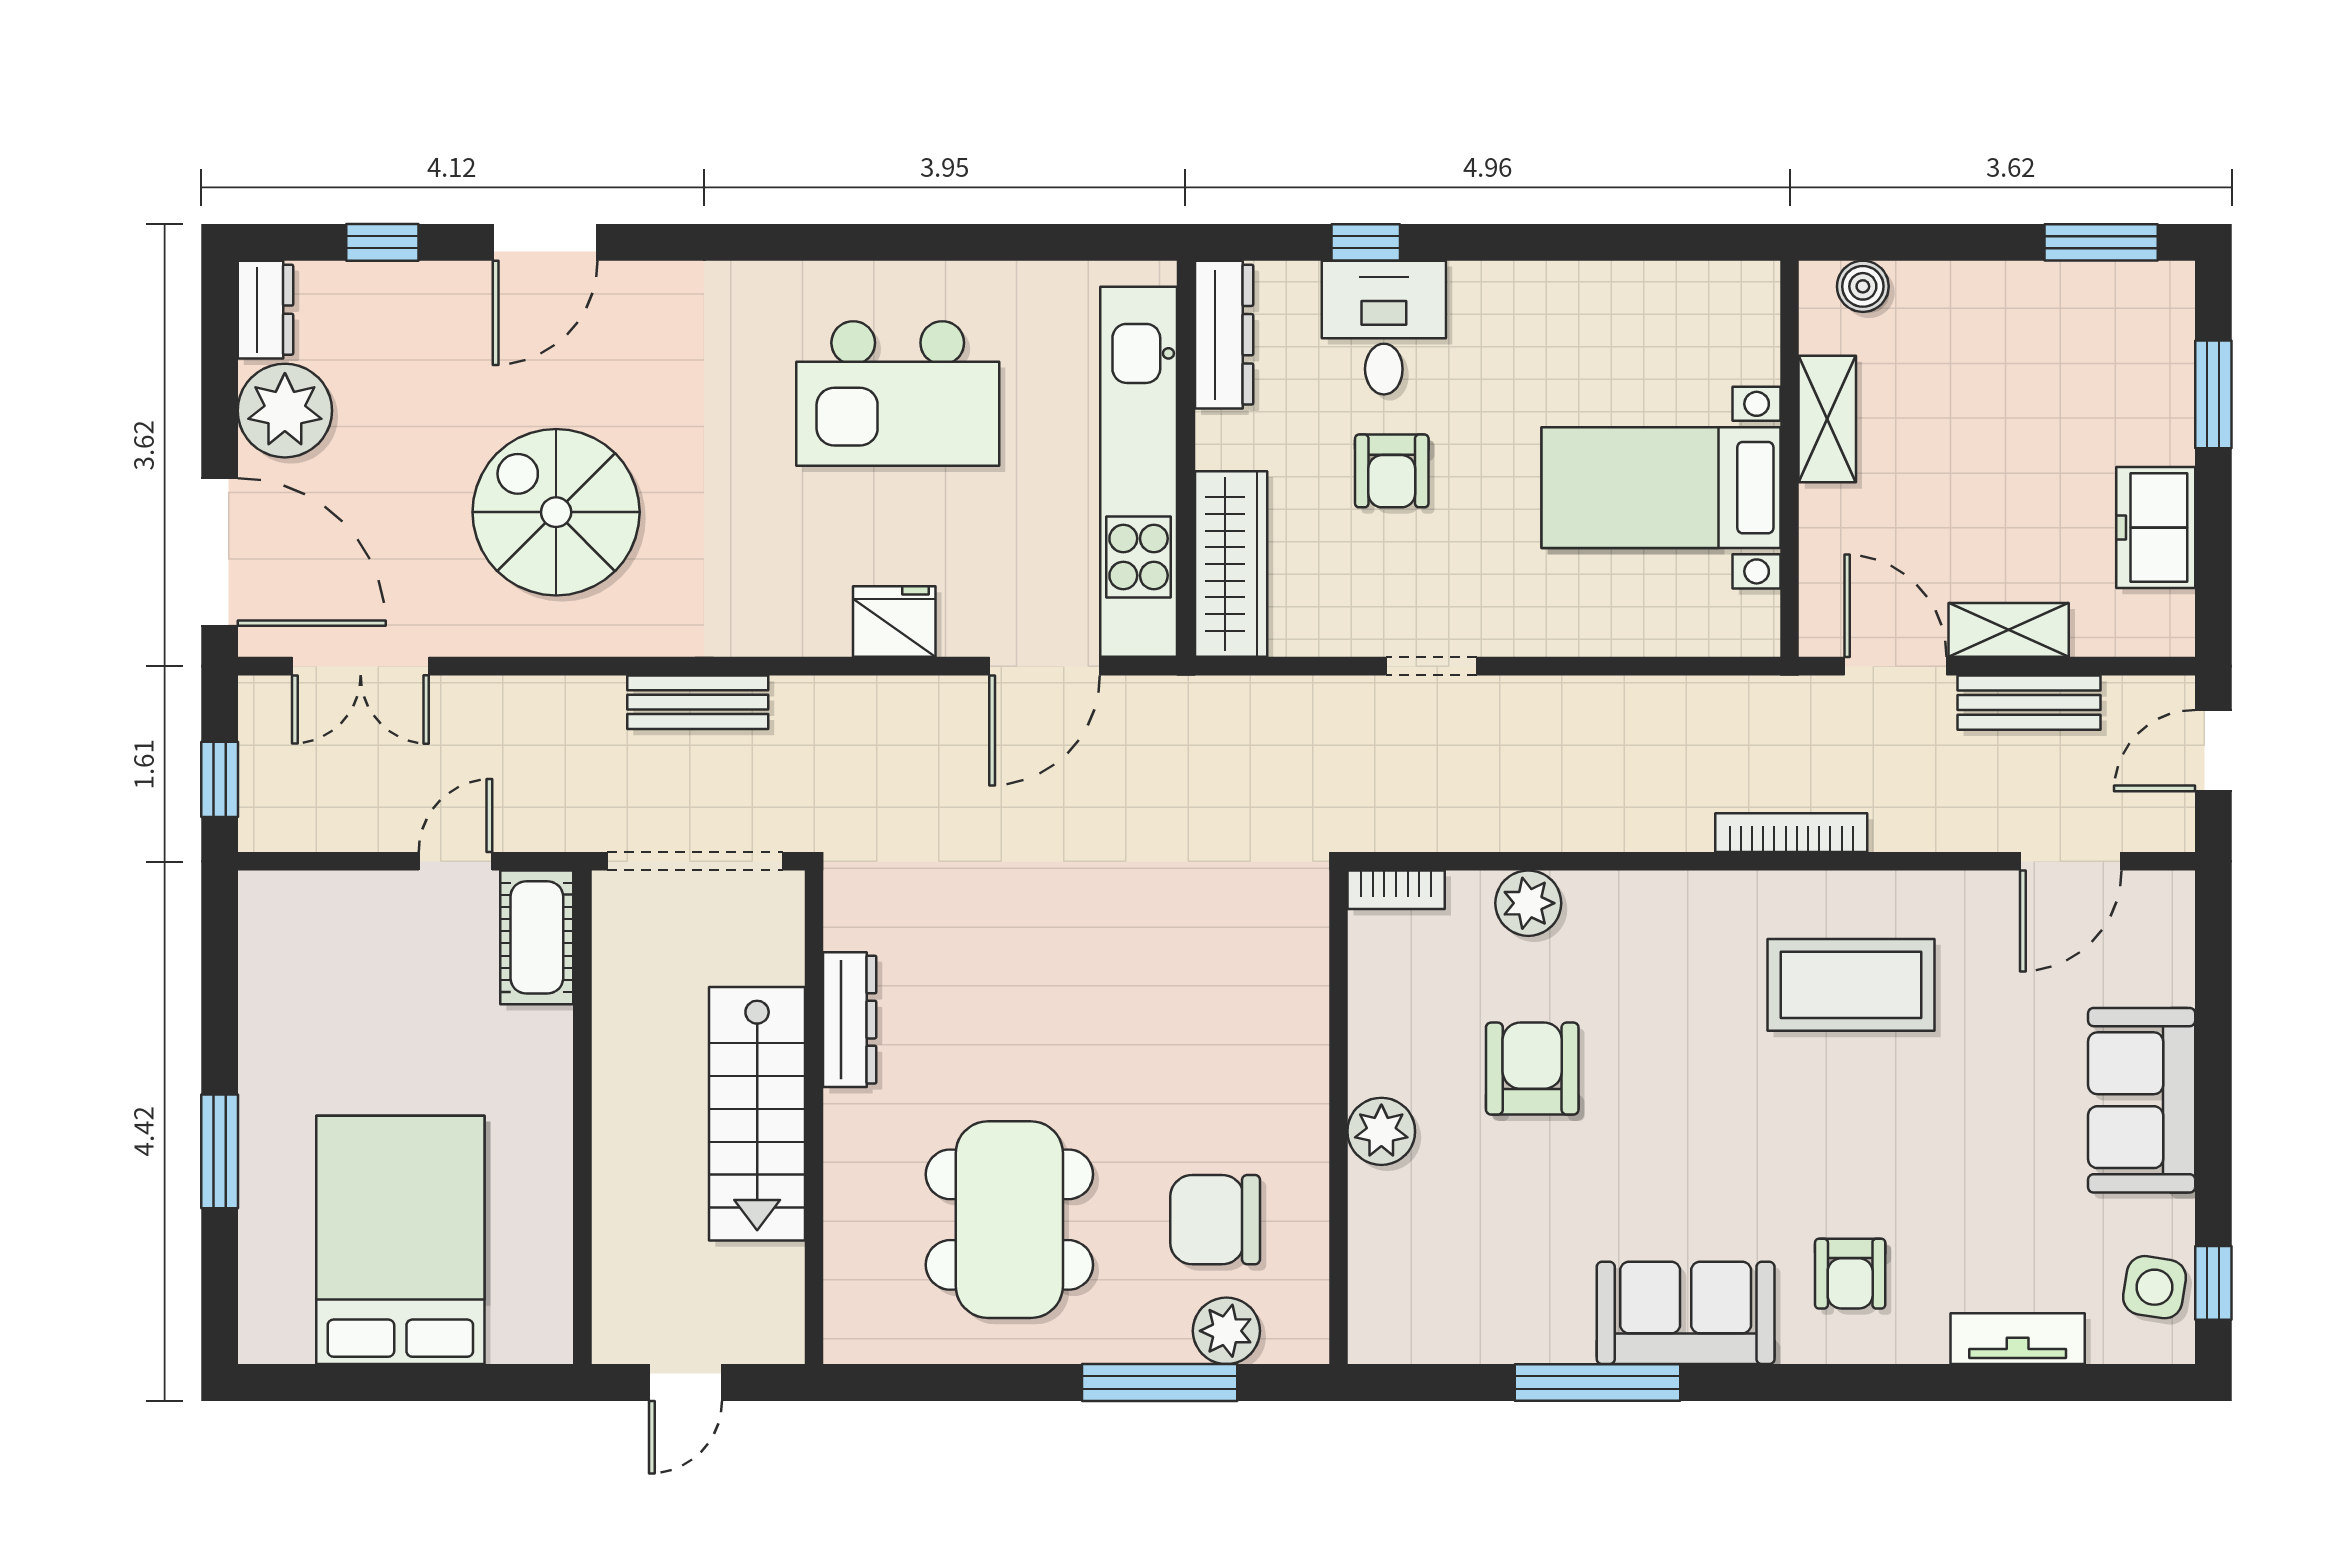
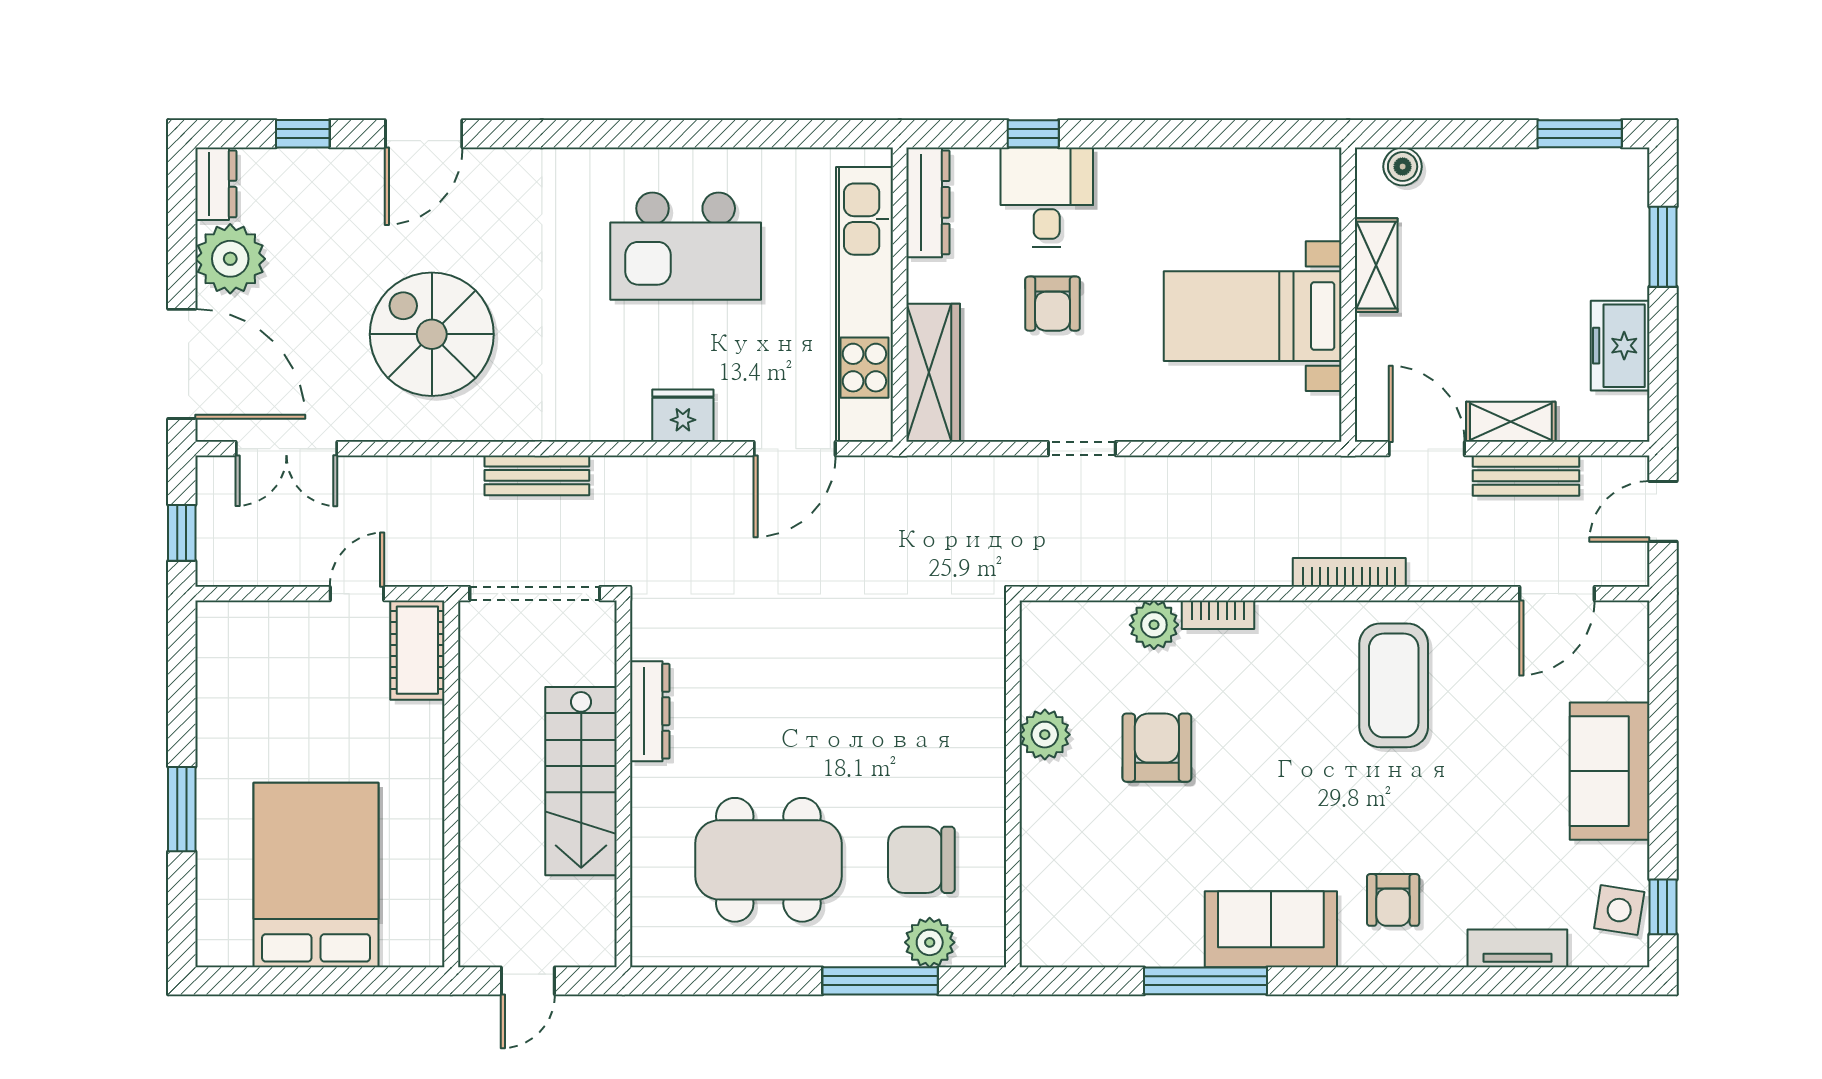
bookcase: (1396, 890) -> (1218, 615), moved
coffee table: (1851, 985) -> (1394, 685), turned 90
plant: (1381, 1131) -> (1045, 735), moved
dining table: (1009, 1220) -> (768, 860), turned 90

